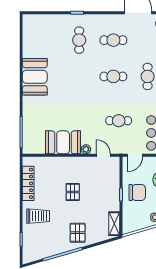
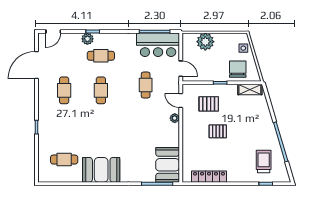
cafe table: (79, 40) -> (64, 160), moved
booth: (63, 142) -> (168, 165), moved
door: (103, 155) -> (181, 100), hinge flipped
chair: (137, 192) -> (238, 69), moved
trolley: (38, 216) -> (264, 161), moved
pallet: (78, 233) -> (209, 104), moved

